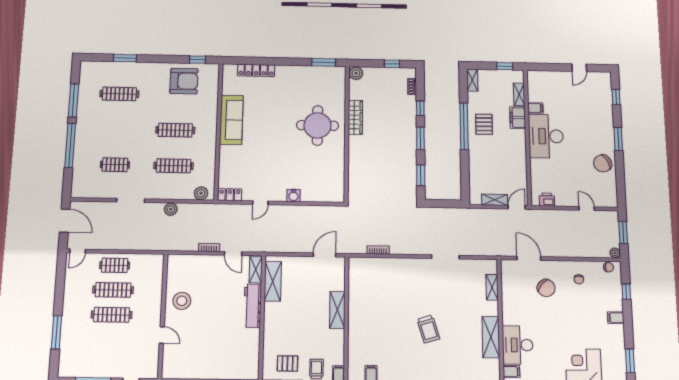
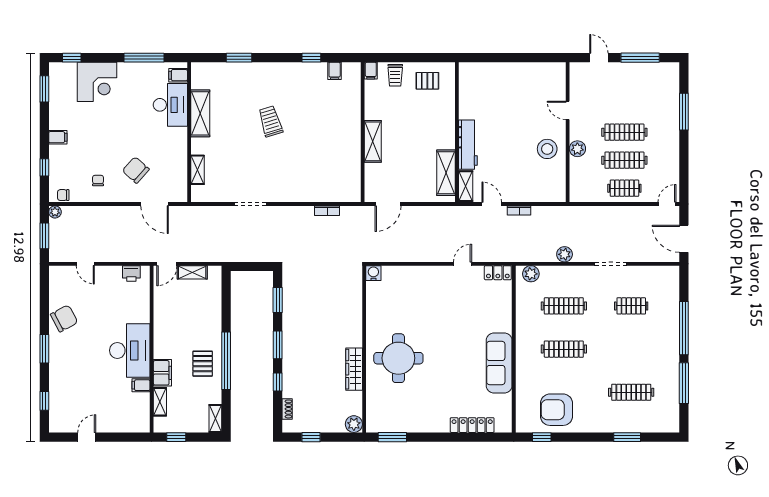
water cooler: (293, 195) -> (373, 273), moved
plant: (155, 301) -> (577, 149), added

